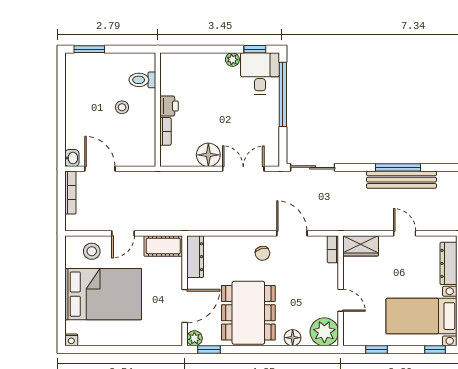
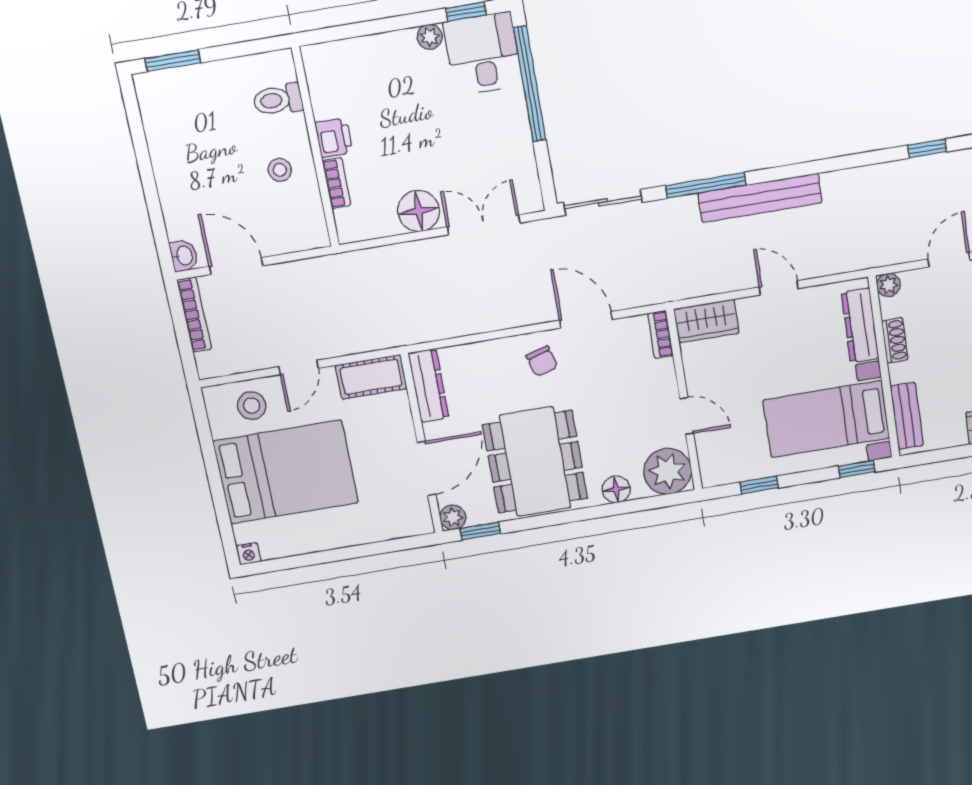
stool: (122, 107) -> (280, 170), moved
window: (398, 167) -> (706, 185), moved

